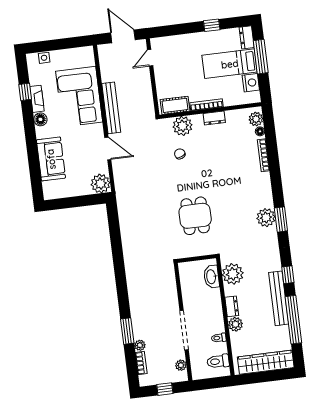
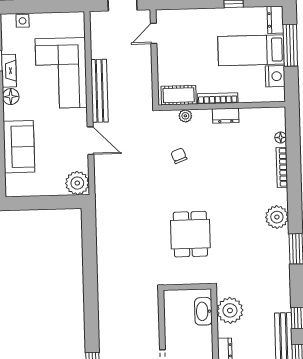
plant: (256, 119) -> (277, 122), removed
plant: (183, 126) -> (185, 116), width x0.53, depth x0.53
plant: (266, 218) -> (277, 217), moved

